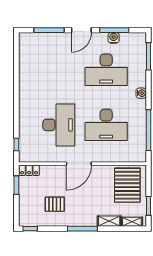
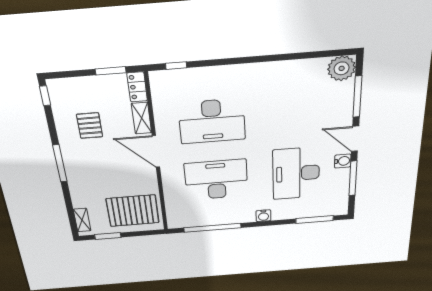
water cooler: (114, 38) -> (343, 161), moved
plant: (27, 41) -> (342, 68), added
desk: (106, 125) -> (216, 180), turned 90
shelving: (109, 221) -> (141, 118), moved

